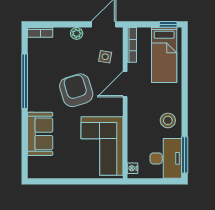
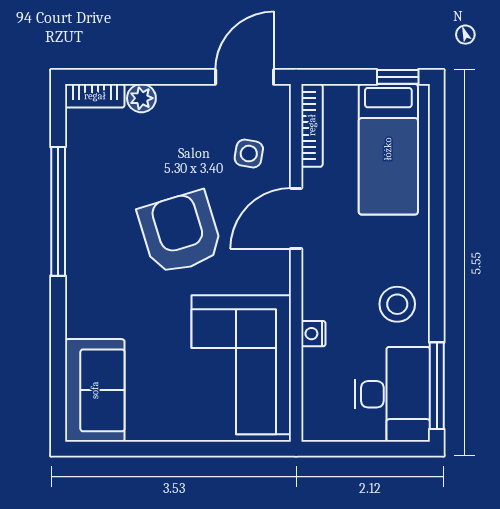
plant: (77, 33) -> (141, 98), moved
sofa: (40, 134) -> (95, 390), moved
nightstand: (132, 168) -> (313, 334), moved

